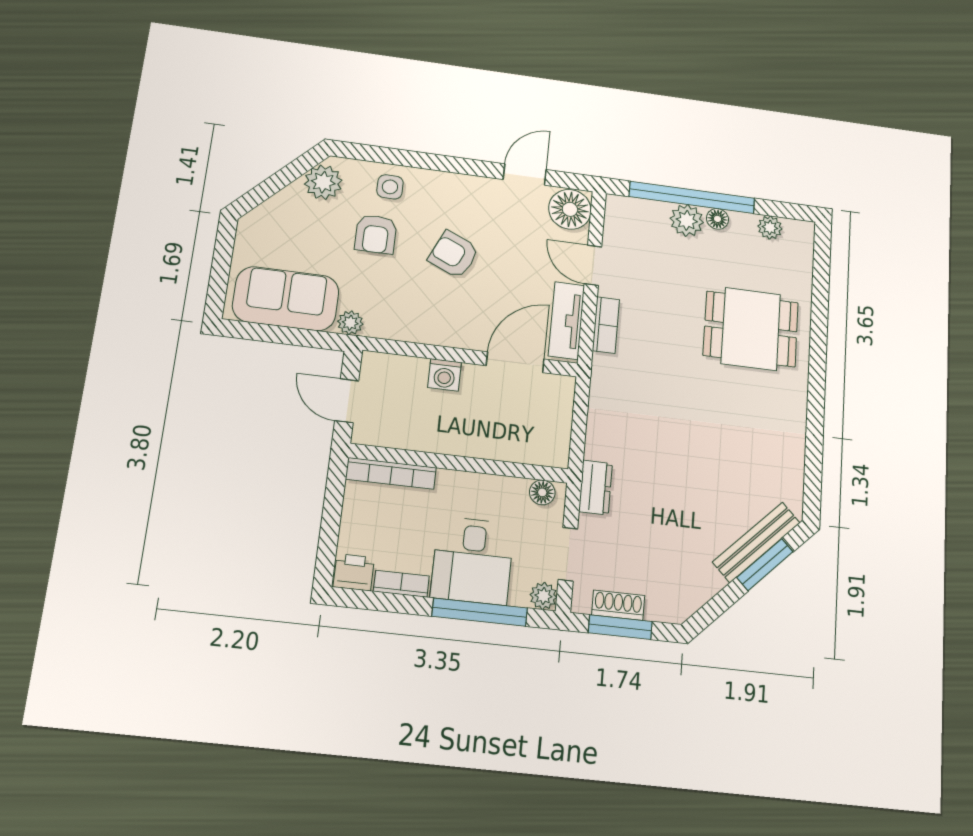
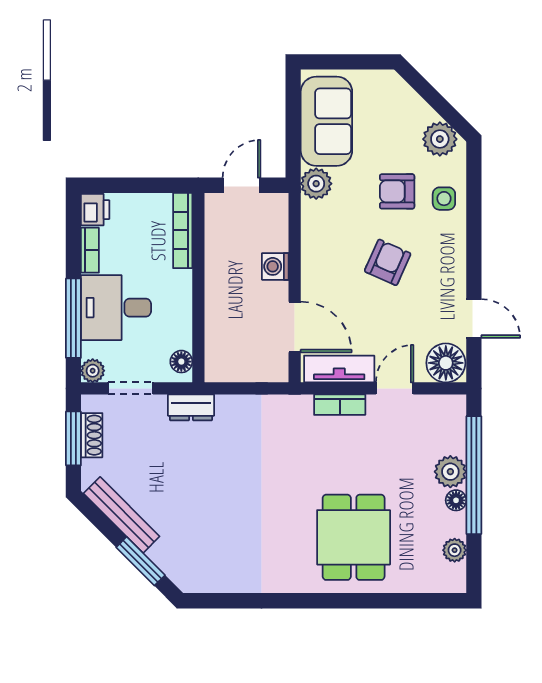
plant: (350, 323) -> (316, 184), width x1.38, depth x1.38
bench: (756, 542) -> (122, 515), moved

